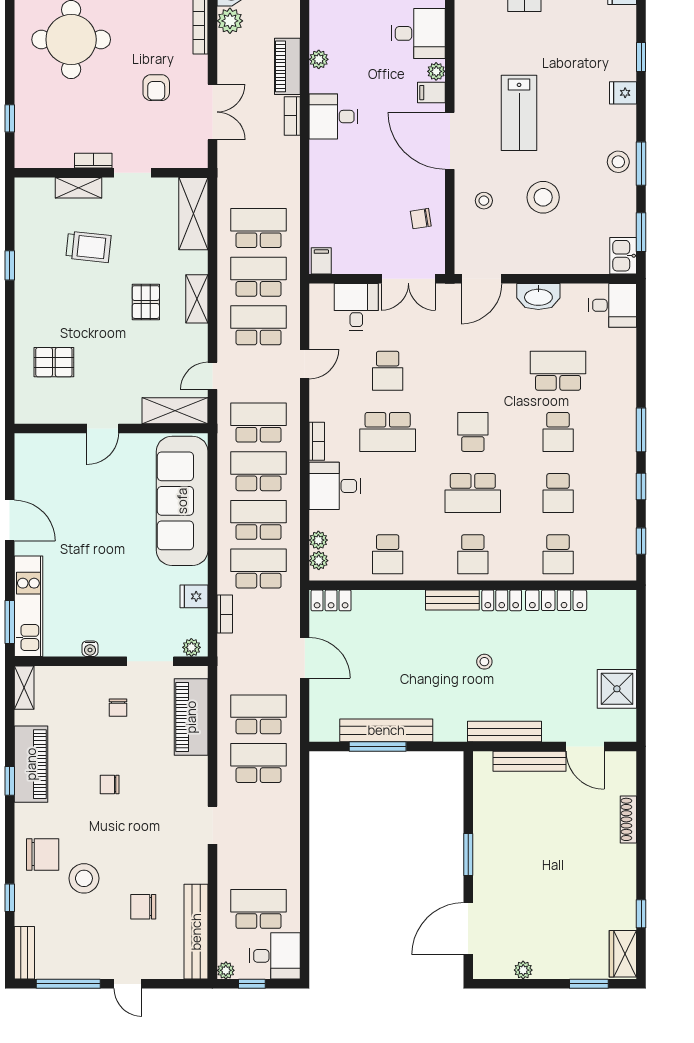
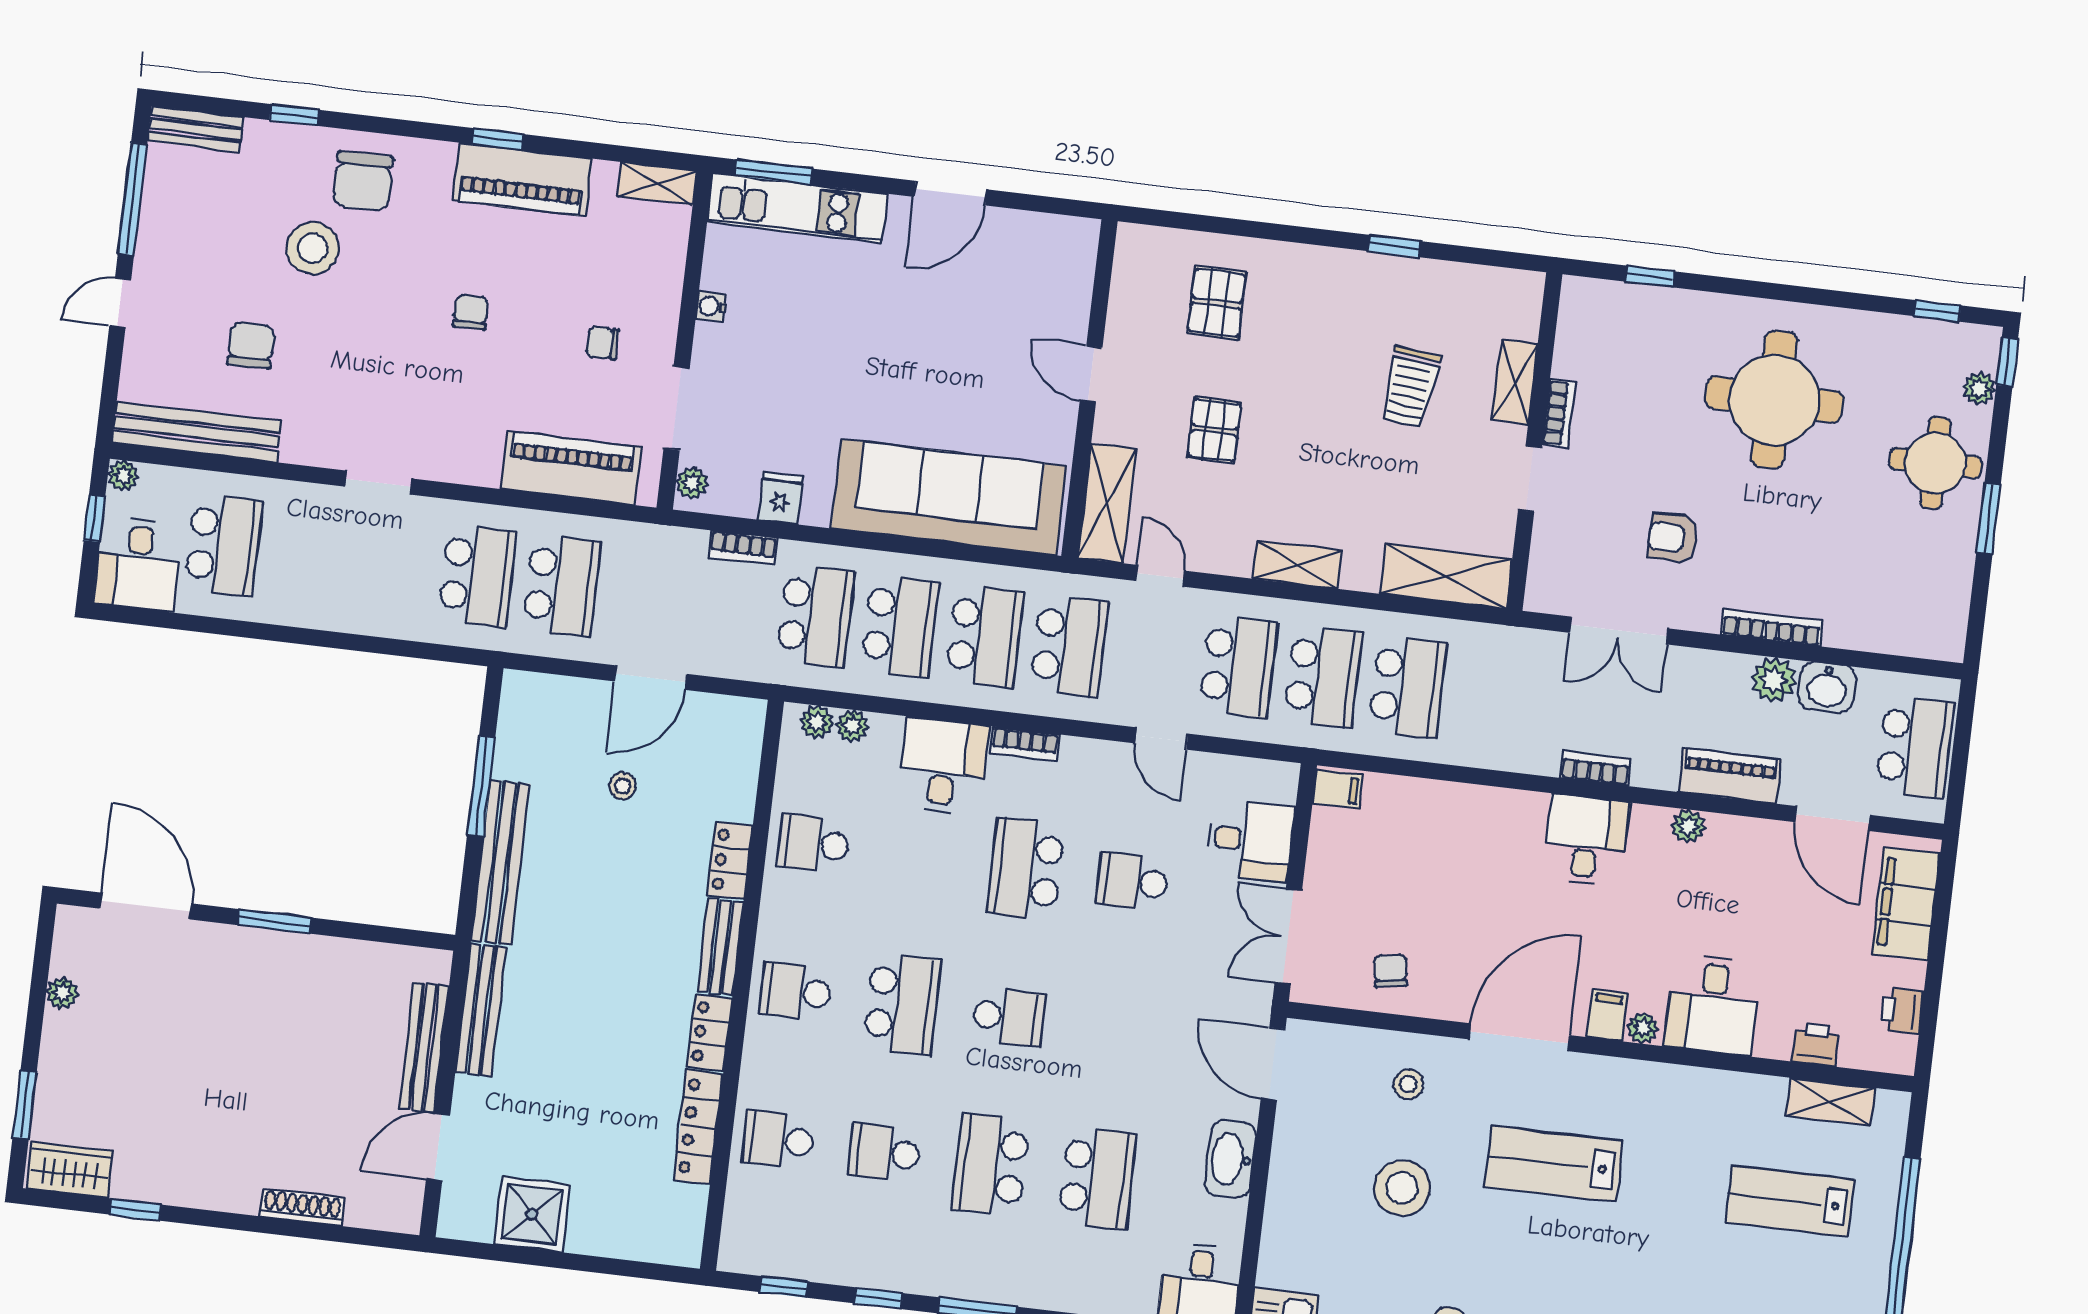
piano: (287, 66) -> (1730, 776), moved
pallet: (146, 302) -> (1214, 430), moved, turned 90
school desk: (558, 432) -> (991, 1165), width x1.85
school desk: (473, 493) -> (902, 1004), turned 180
locker: (331, 600) -> (730, 860), moved
stool: (484, 662) -> (623, 786), moved
bench: (386, 730) -> (501, 862), moved

